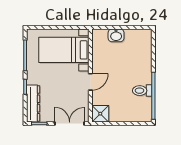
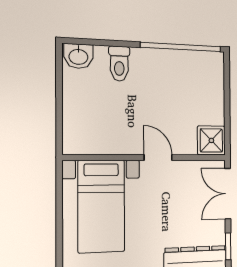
washbasin: (116, 35) -> (78, 56), moved, turned 90
toilet: (142, 91) -> (119, 64), moved

